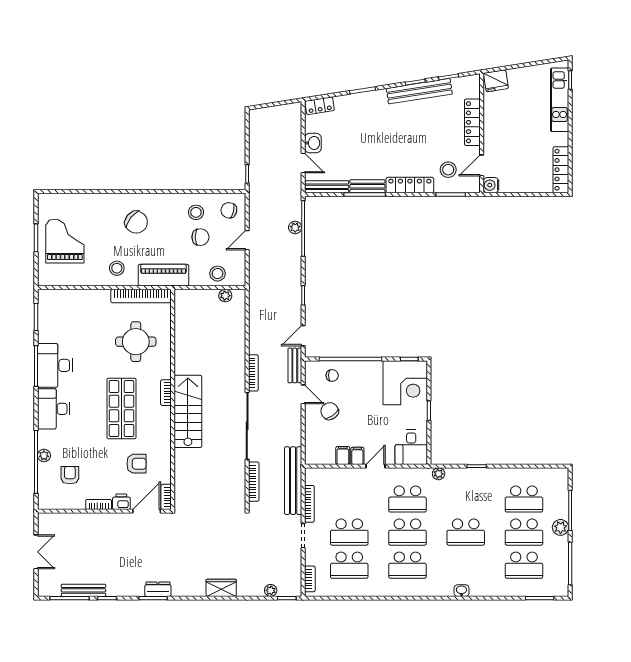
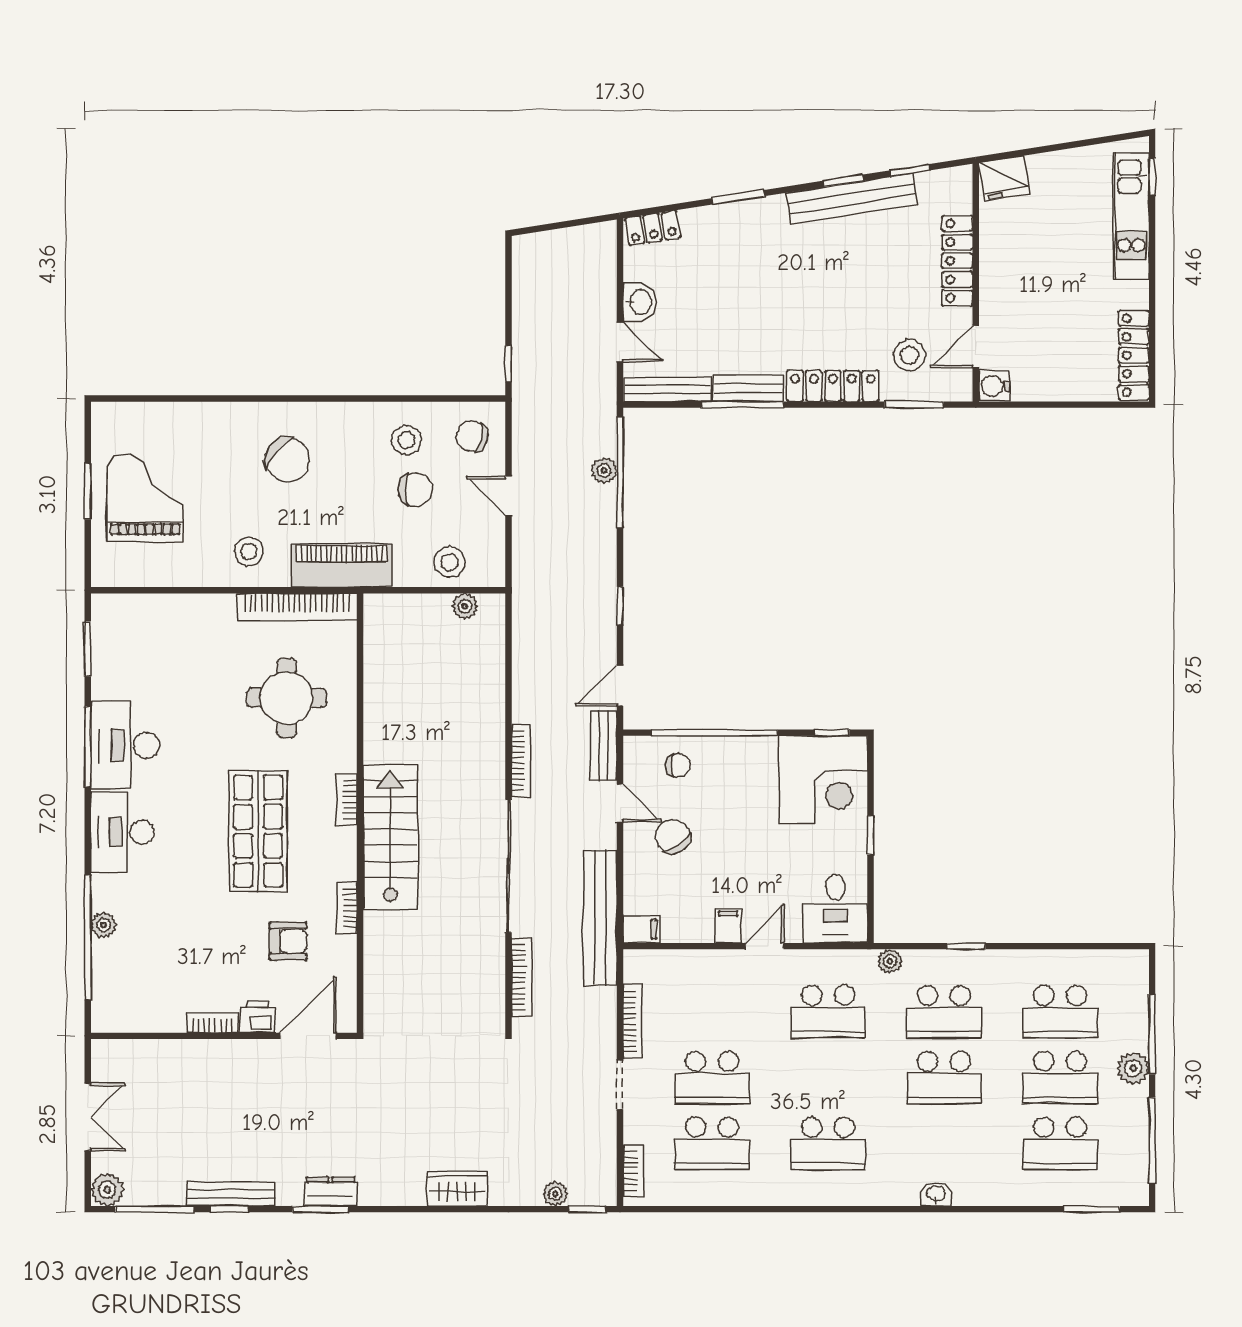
door: (247, 240) -> (509, 496), hinge flipped
filing cabinet: (343, 455) -> (641, 929), moved, turned 90
armchair: (70, 475) -> (155, 964), removed
bench: (293, 481) -> (600, 918), moved
bookcase: (166, 497) -> (347, 908), moved
school desk: (407, 532) -> (944, 1012), moved
plant: (46, 588) -> (107, 1190), added
bench: (83, 590) -> (231, 1194), moved

